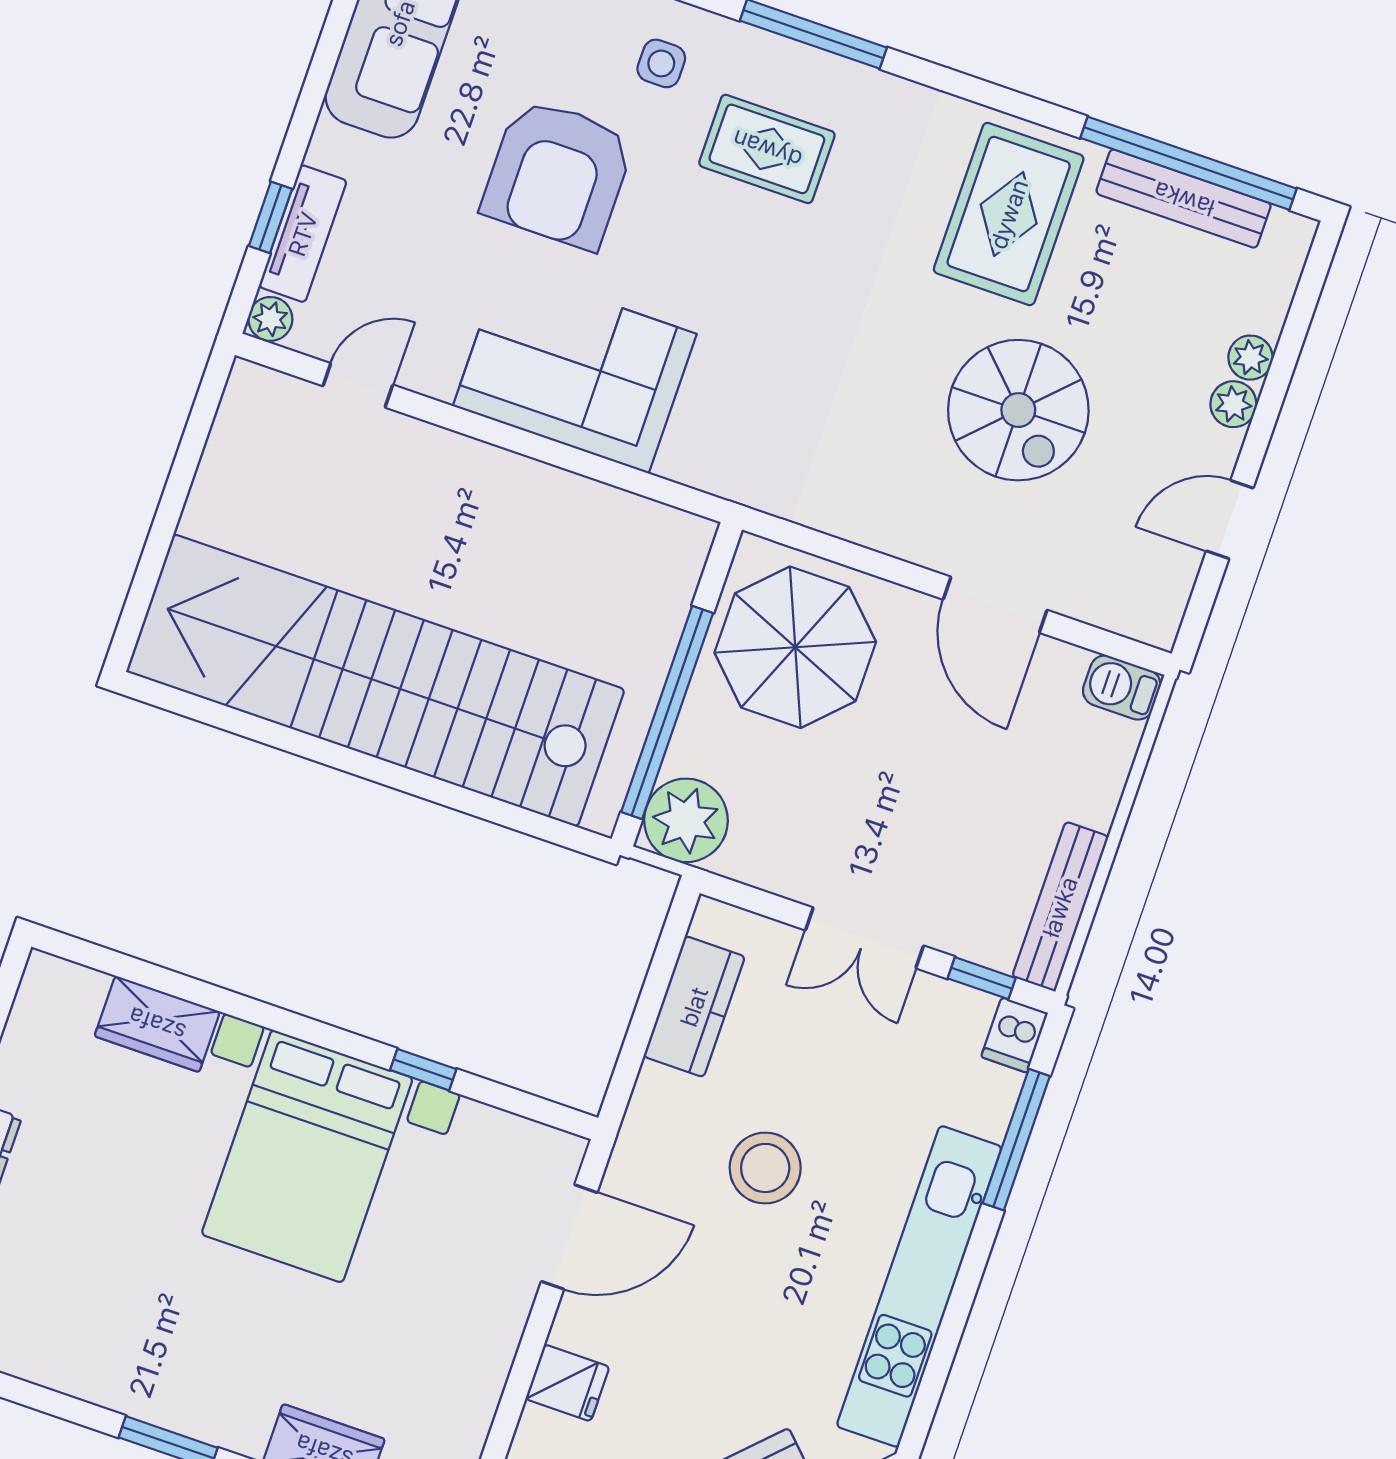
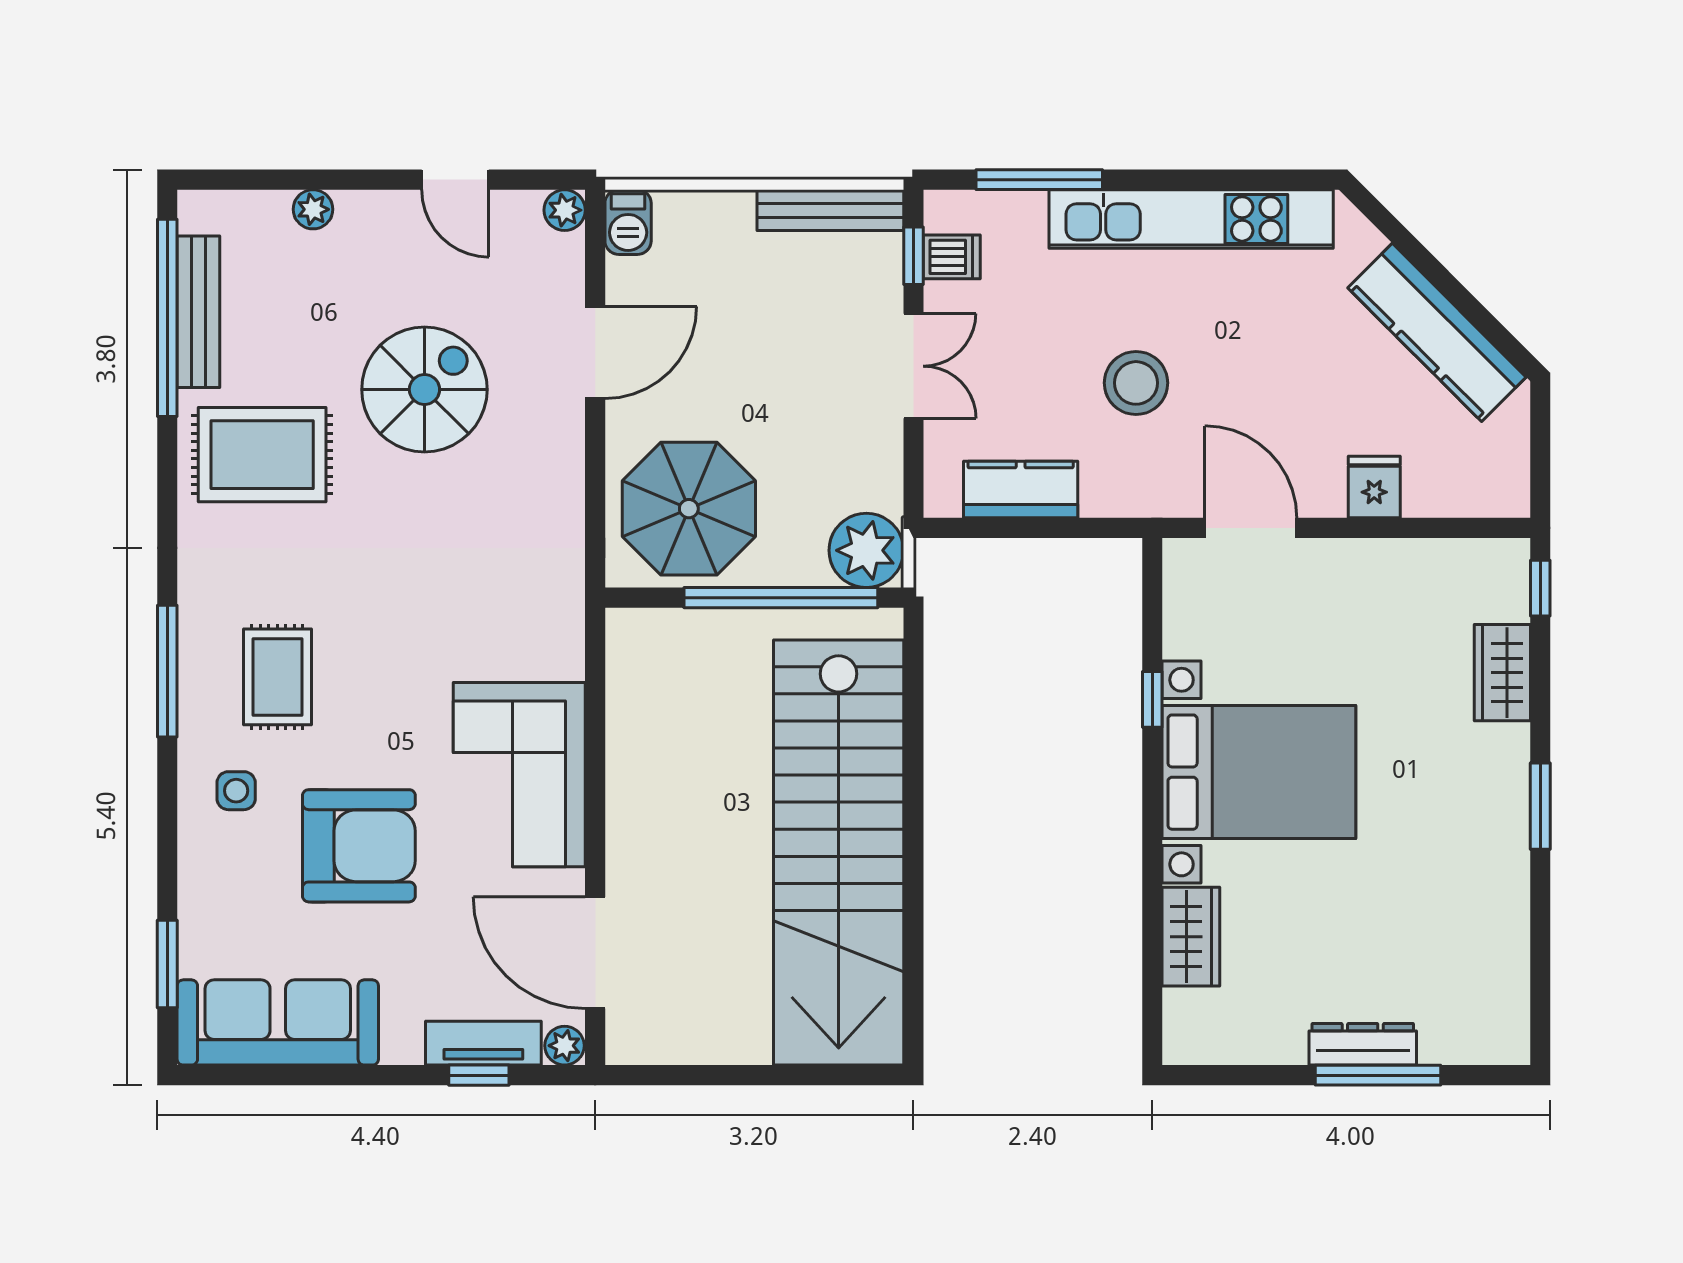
door: (358, 385) -> (595, 953), width x1.87
plant: (1233, 404) -> (565, 210), moved
dishwasher: (1014, 1035) -> (952, 257), moved

